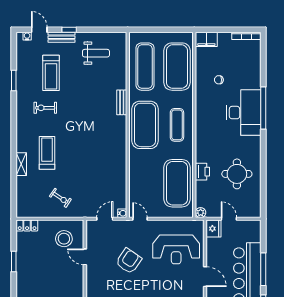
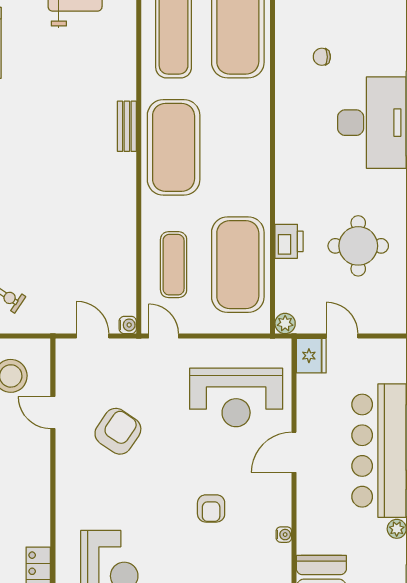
bench: (122, 102) -> (127, 126), moved
exercise mat: (177, 125) -> (174, 265), moved
door: (105, 219) -> (93, 336), hinge flipped
armchair: (129, 261) -> (118, 431), moved
door: (205, 277) -> (294, 452), swing flipped

